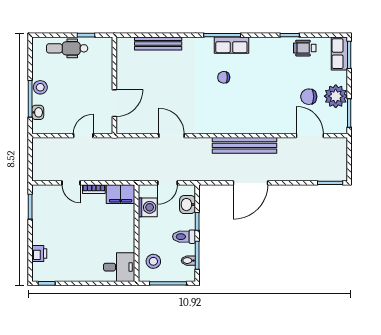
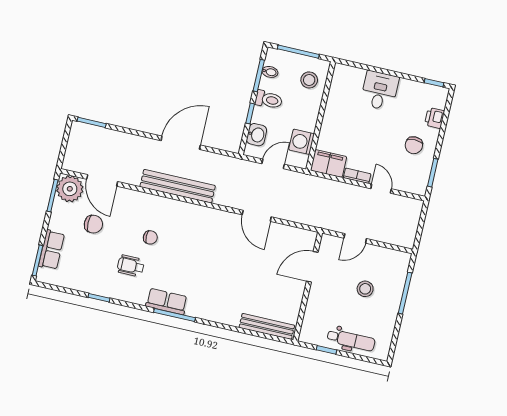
bench: (158, 44) -> (267, 326), moved
wheelchair: (305, 48) -> (131, 266), moved, turned 180
row of seats: (339, 54) -> (51, 250), moved
chair: (224, 77) -> (150, 237), moved
stool: (40, 87) -> (365, 289), moved
plant: (336, 96) -> (70, 189), moved
washbasin: (38, 112) -> (400, 276), removed
chair: (52, 226) -> (414, 145), added
desk: (119, 267) -> (380, 91), moved, turned 90

